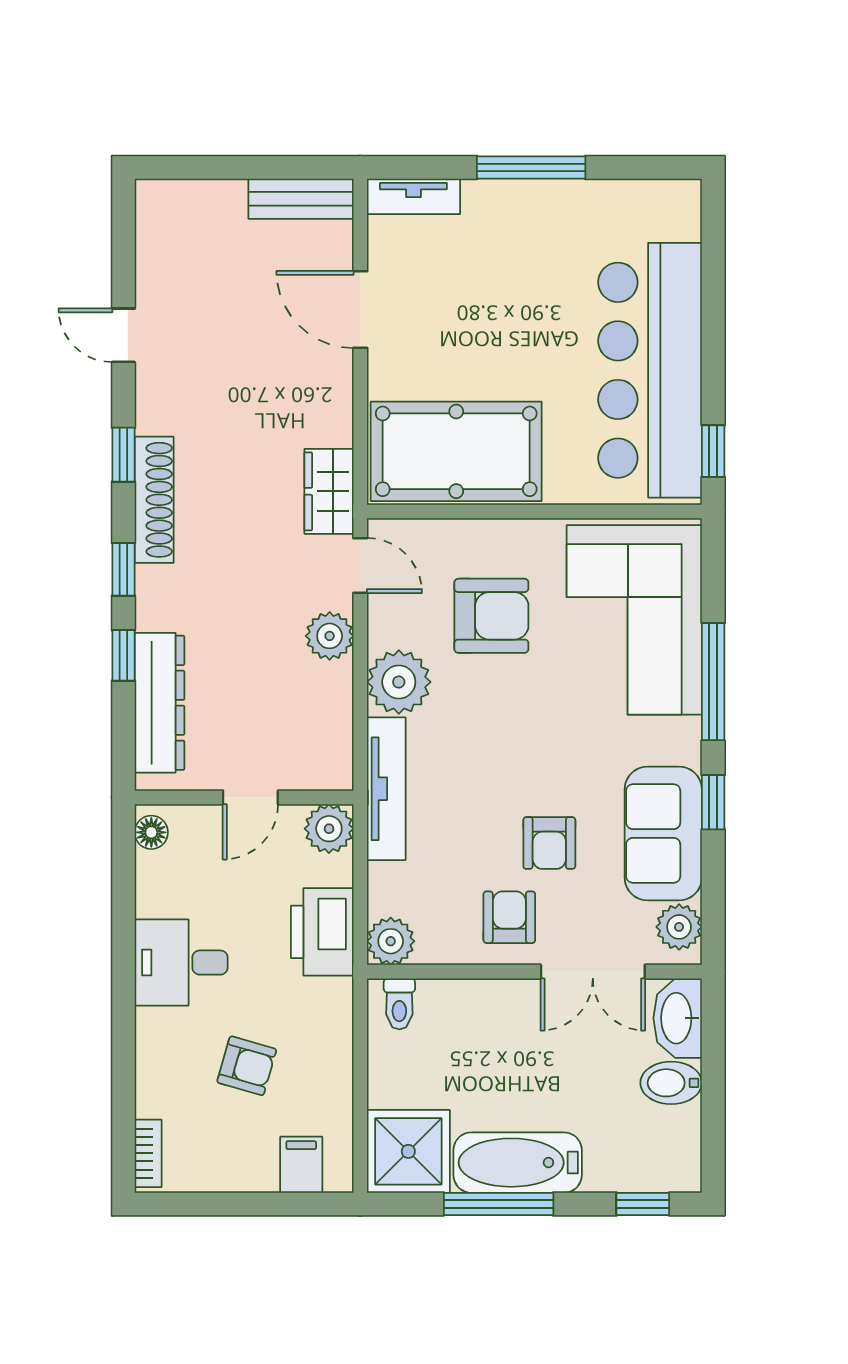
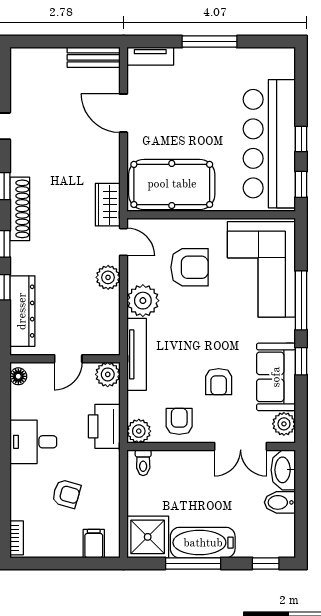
window: (713, 361) -> (301, 139), added
armchair: (509, 917) -> (179, 421), moved

